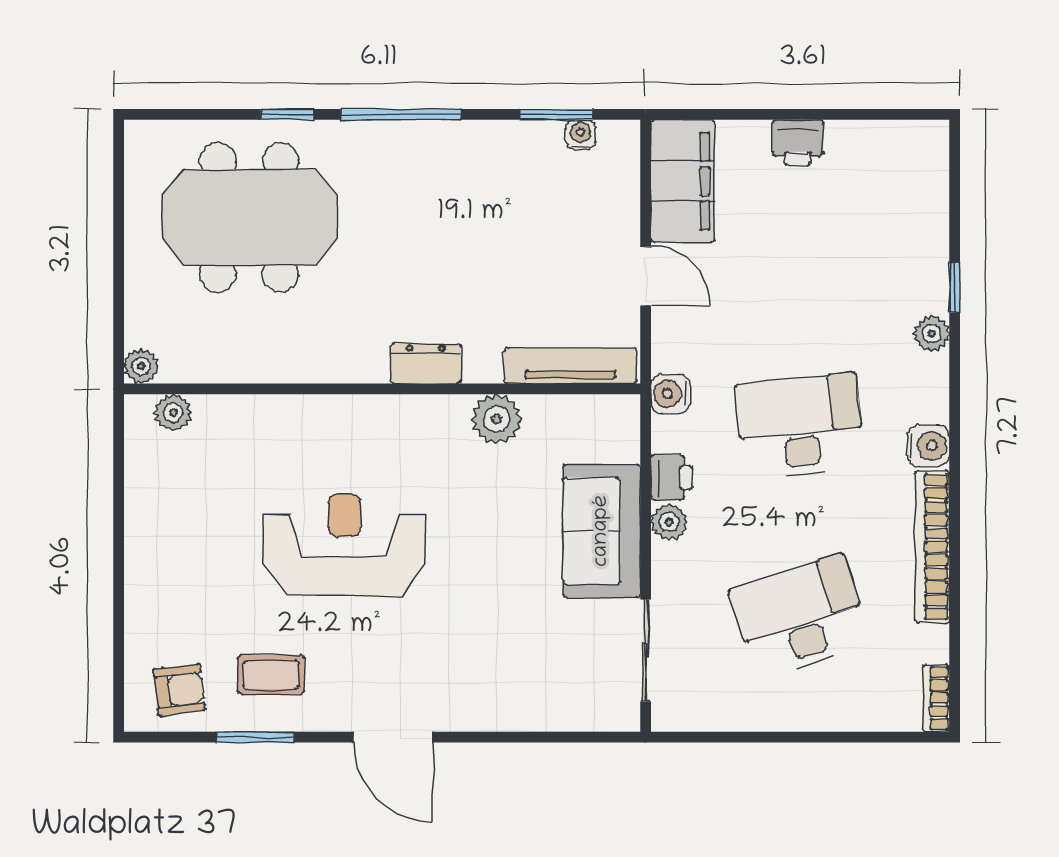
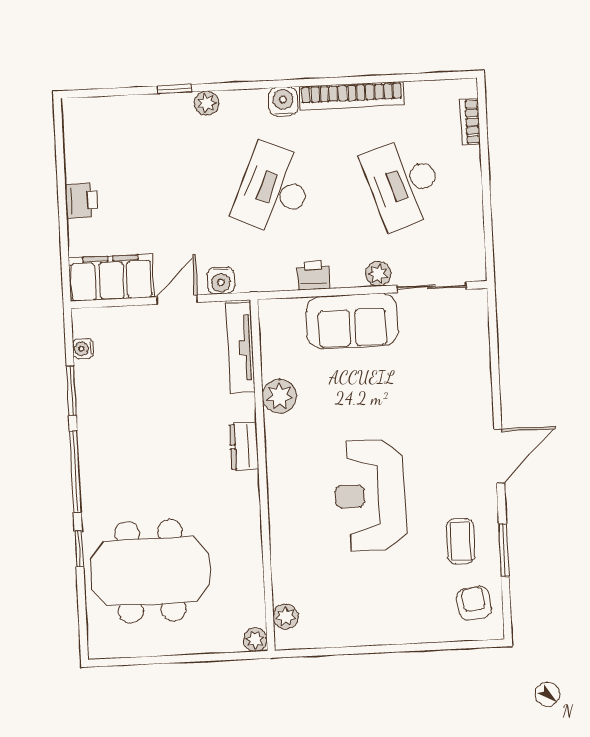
window: (556, 114) -> (71, 391), moved
meeting table: (249, 217) -> (150, 571), turned 90
water cooler: (671, 394) -> (221, 281), moved
desk: (800, 426) -> (274, 190), turned 30
plant: (669, 522) -> (378, 274), moved
bookcase: (936, 698) -> (470, 122), moved, turned 90

